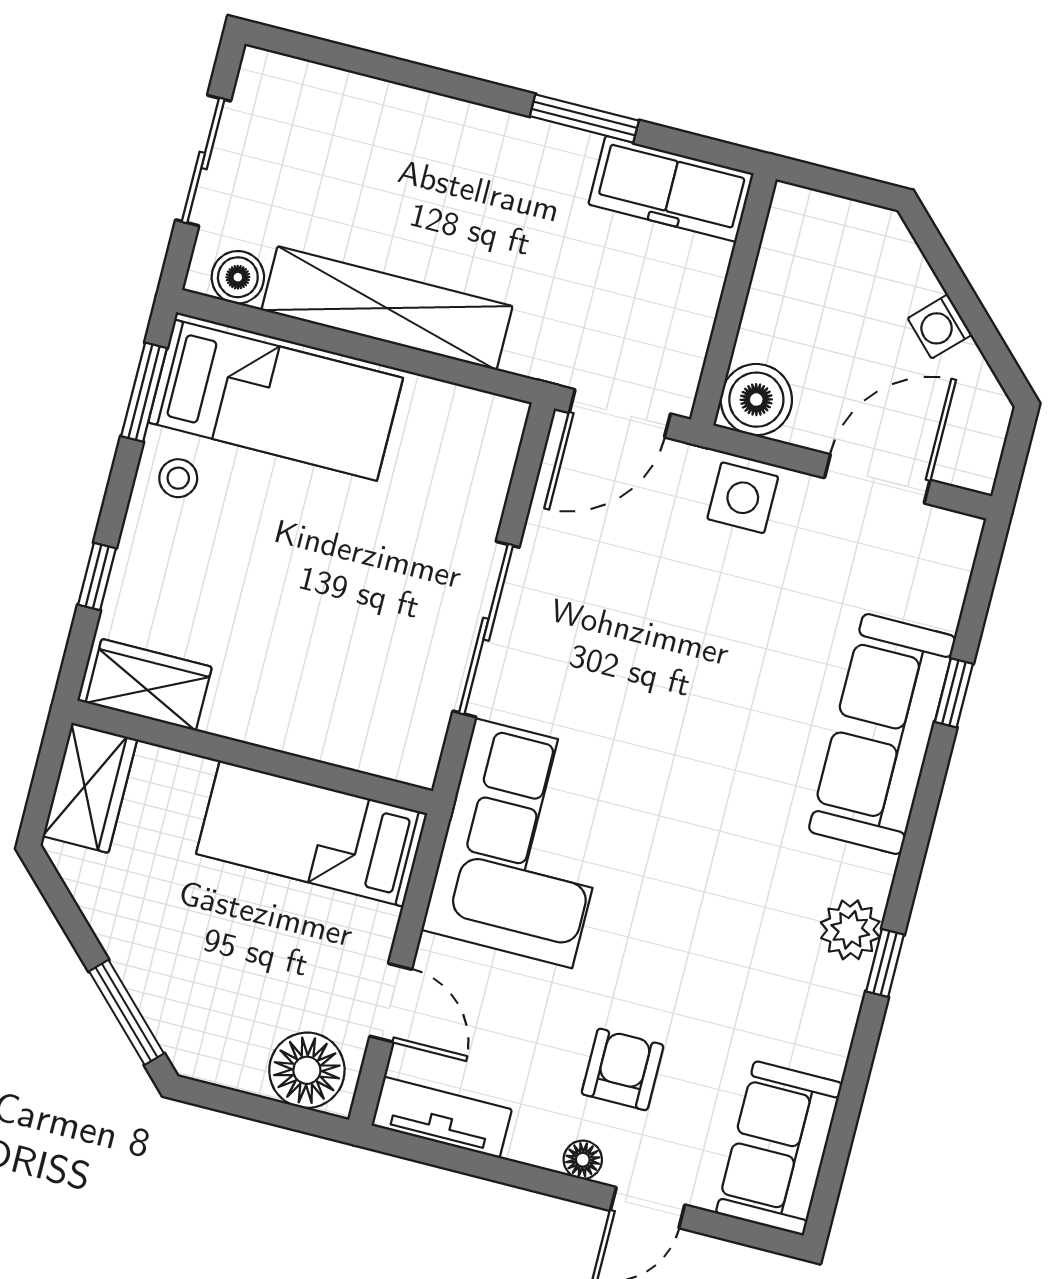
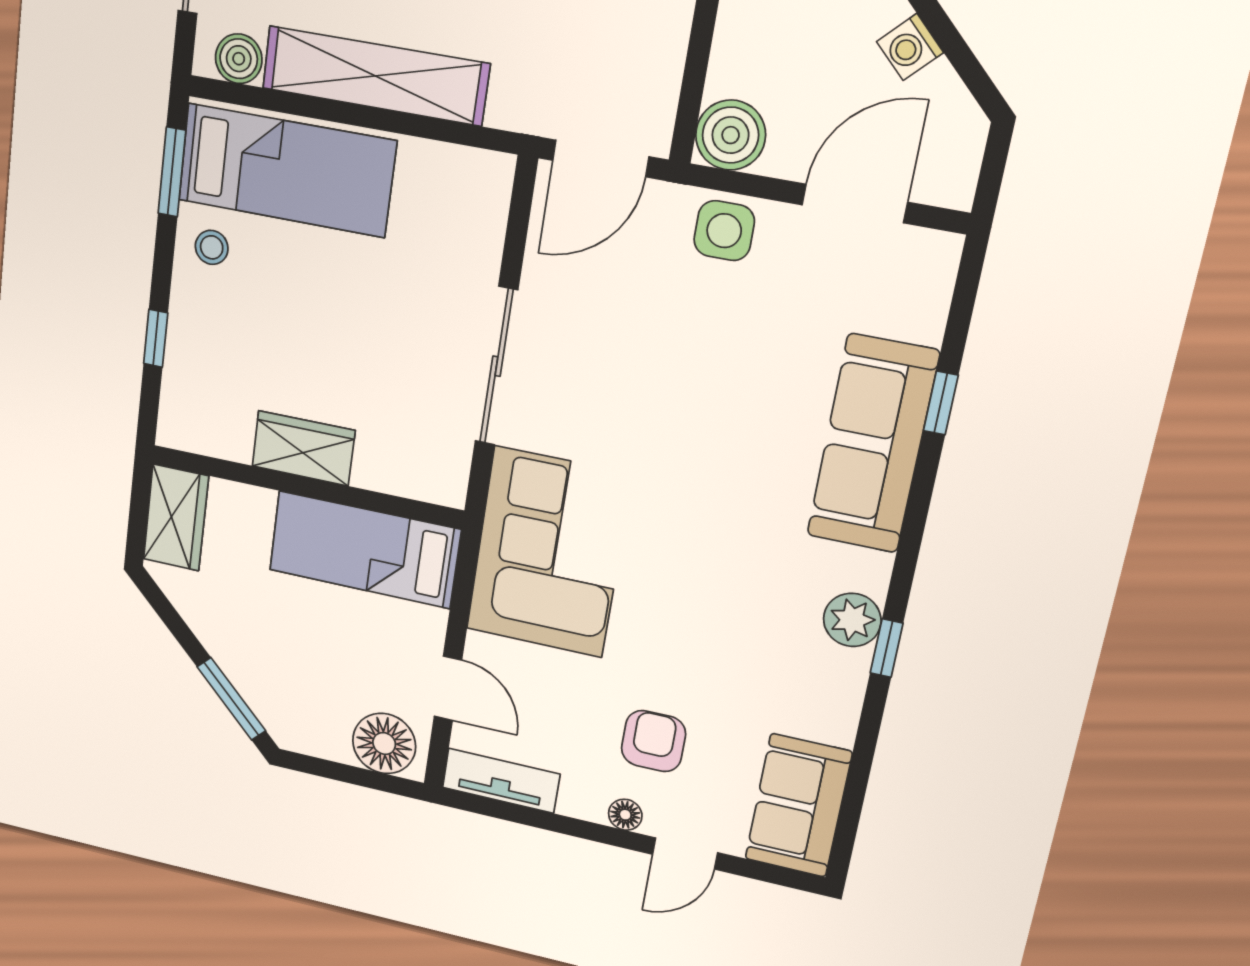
wardrobe: (149, 685) -> (303, 448), moved

